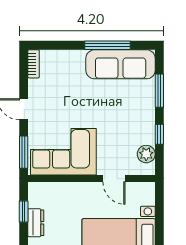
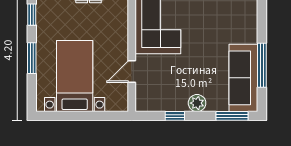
window: (159, 91) -> (232, 116), moved
plant: (146, 154) -> (197, 103), moved

